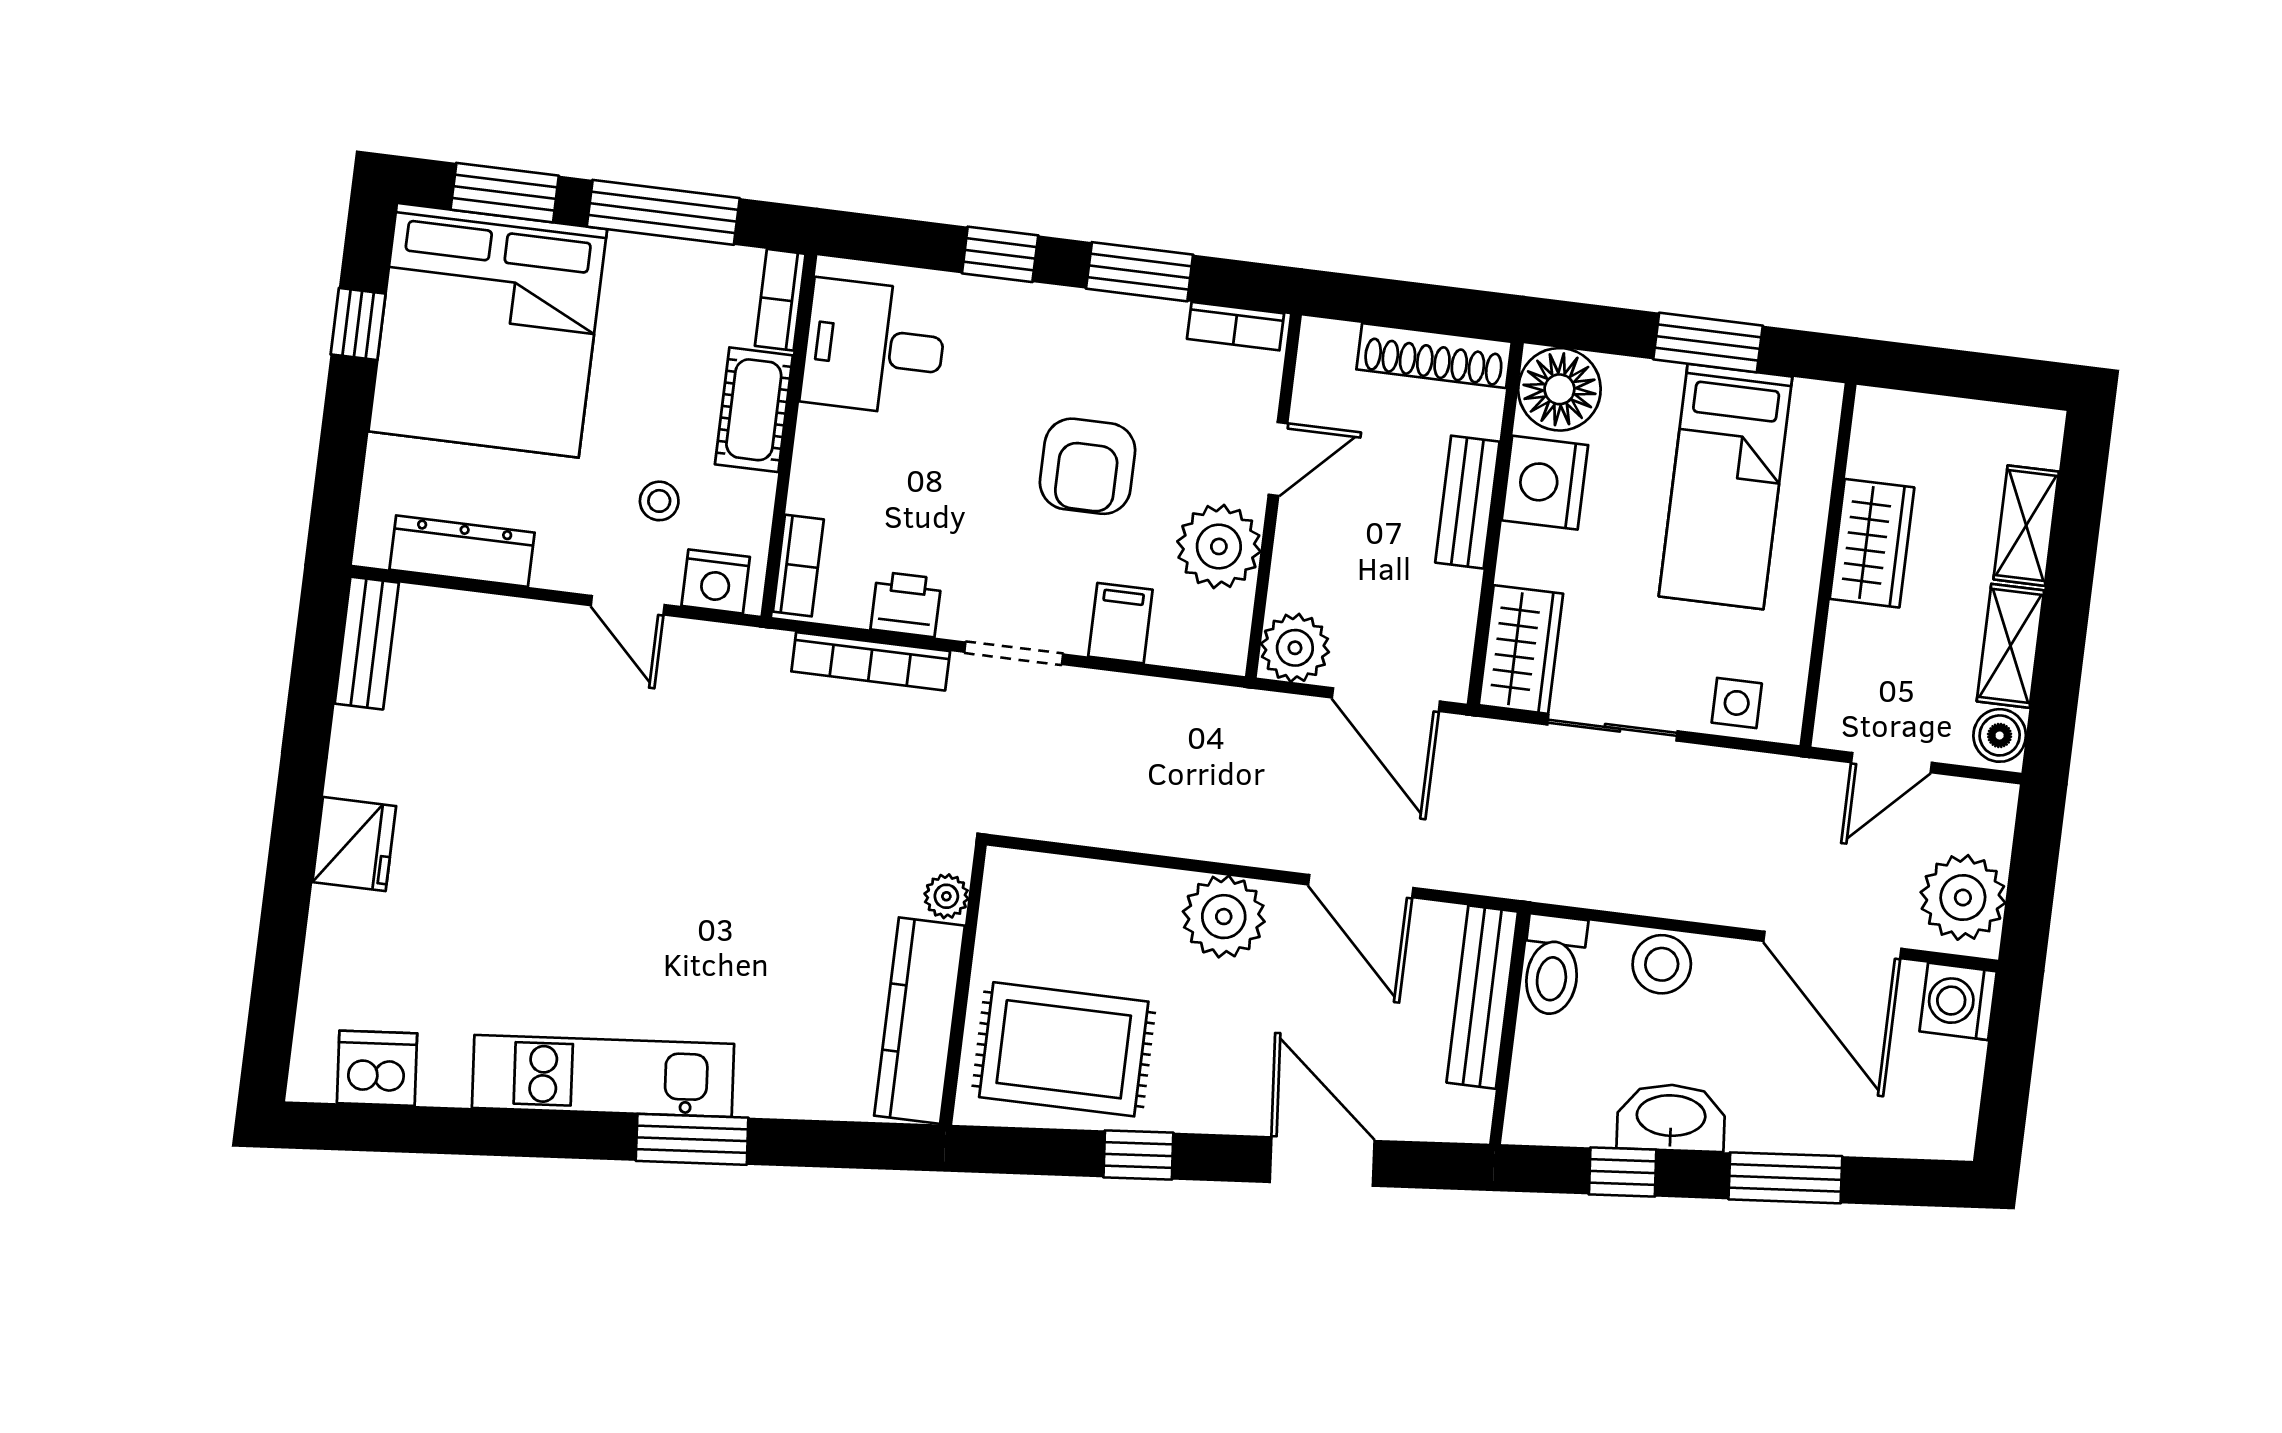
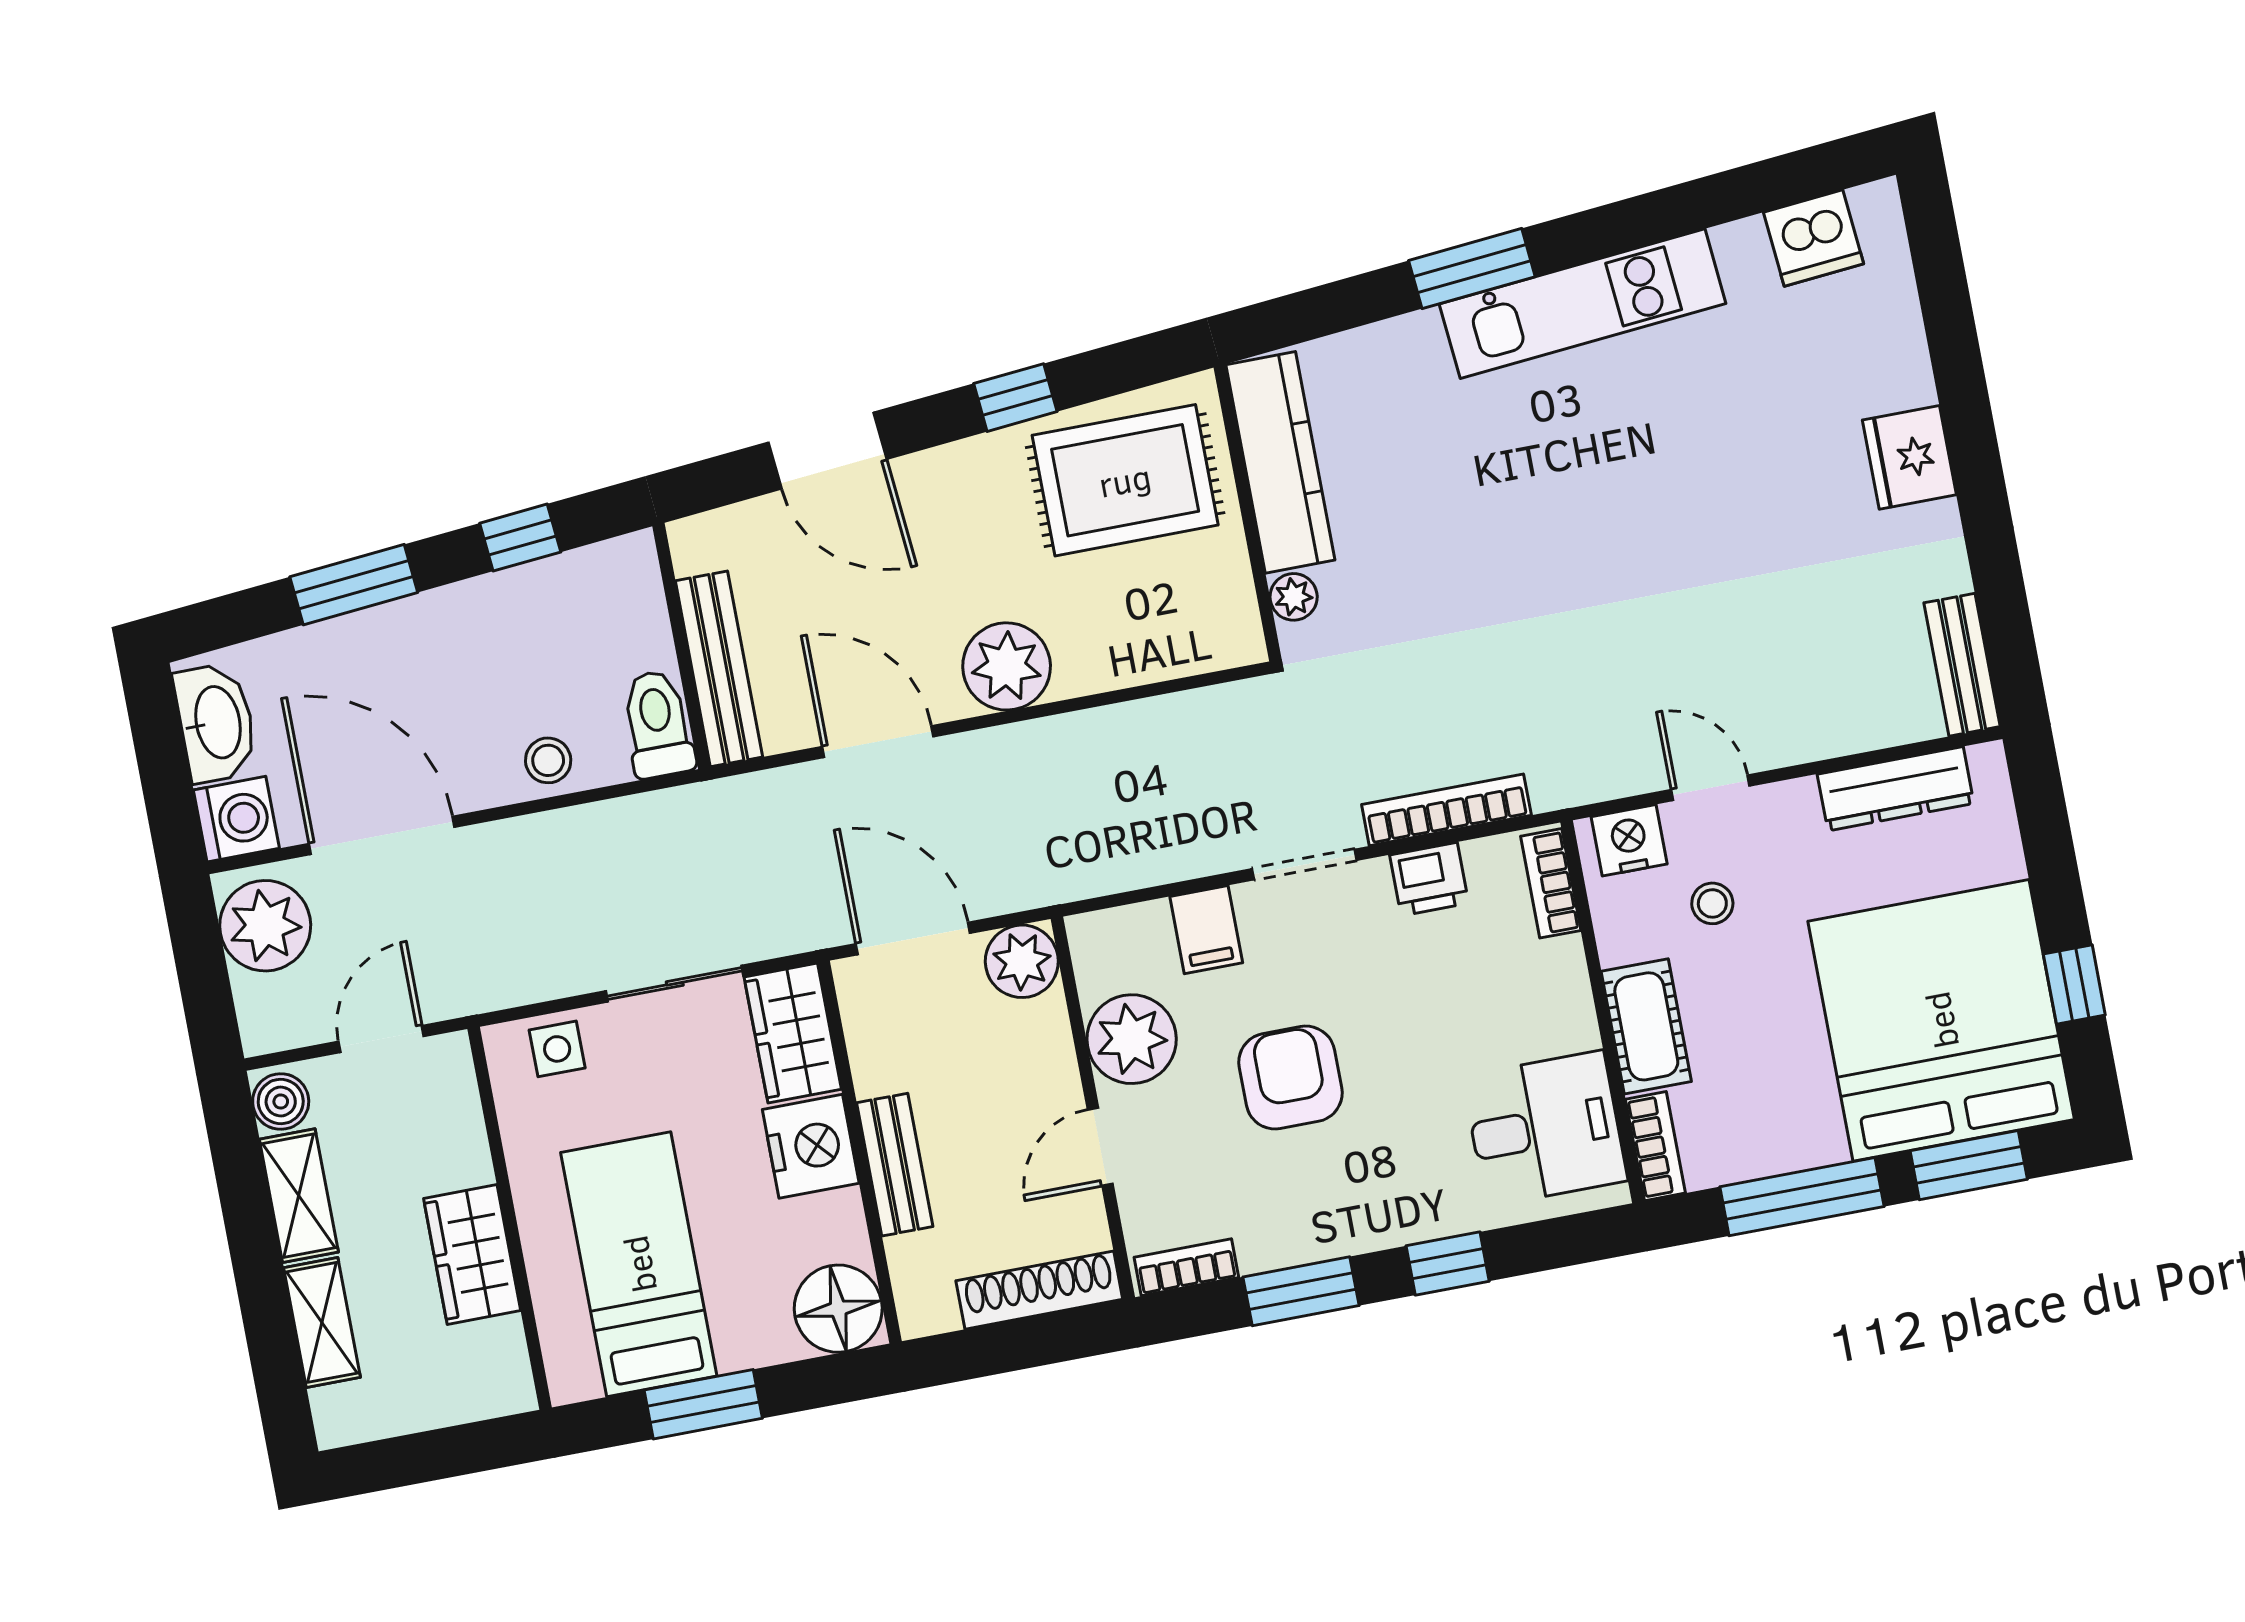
shoe rack: (1434, 356) -> (1039, 1290), moved
nightstand: (1545, 483) -> (811, 1146), moved
stool: (1662, 964) -> (548, 760), width x0.73, depth x0.73
washbasin: (1671, 1118) -> (216, 723), moved, turned -85

